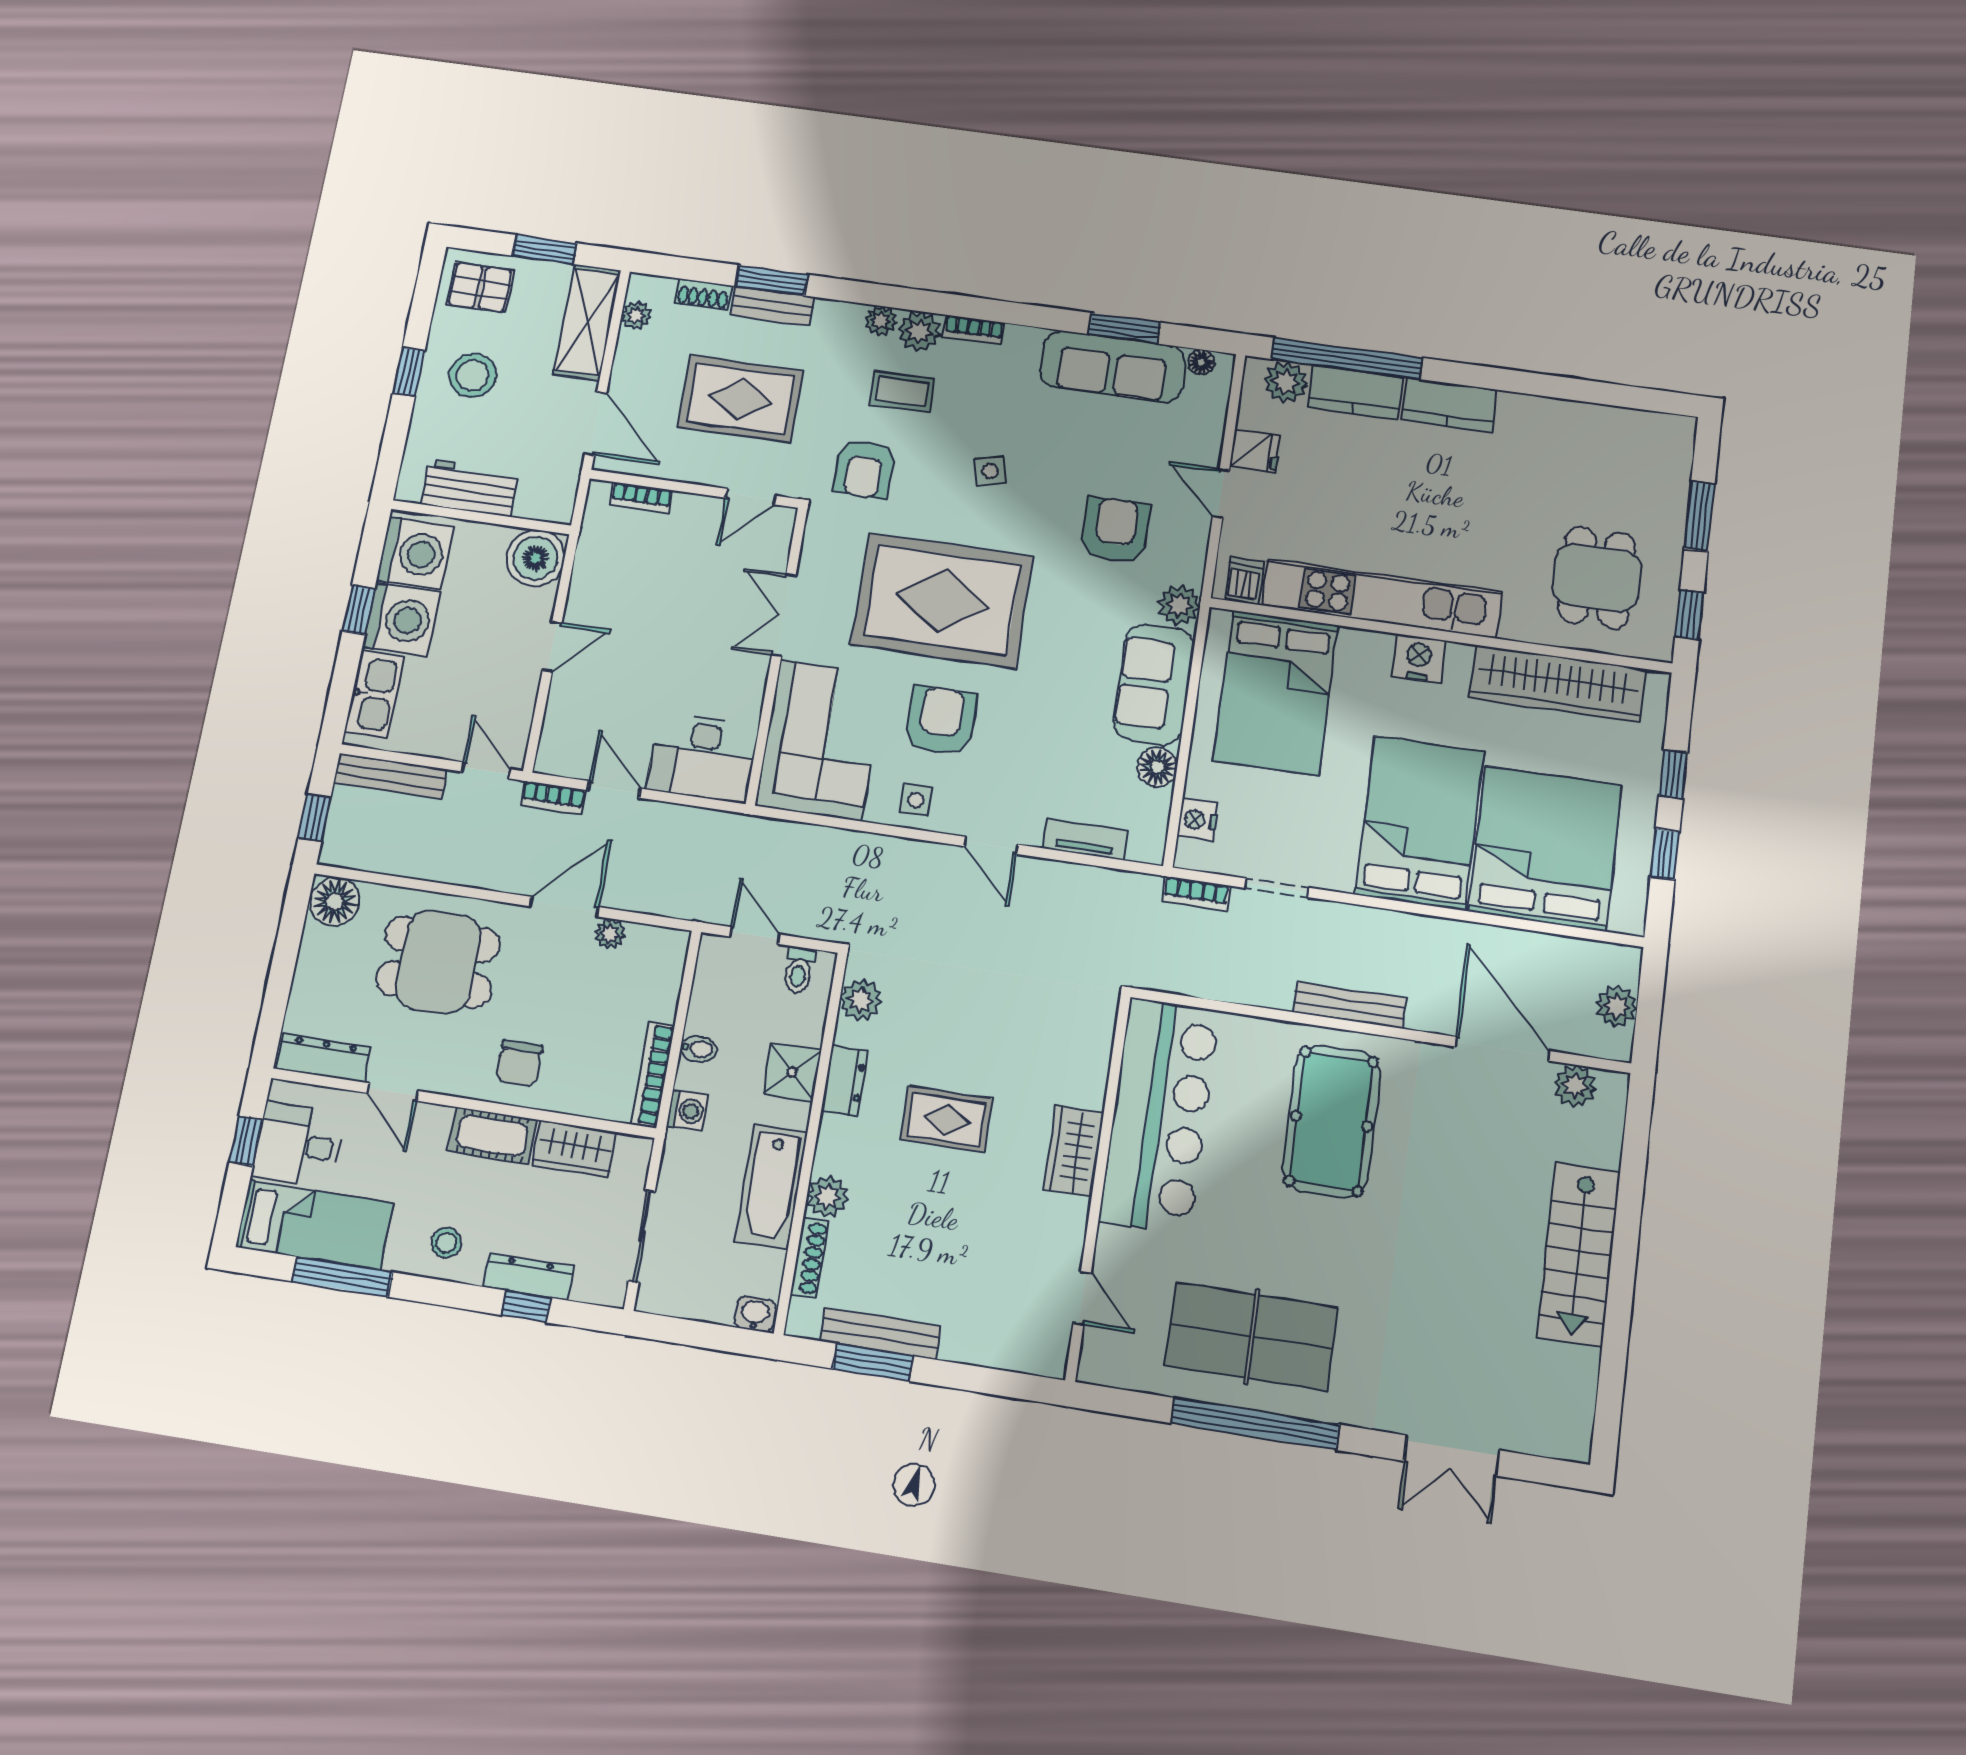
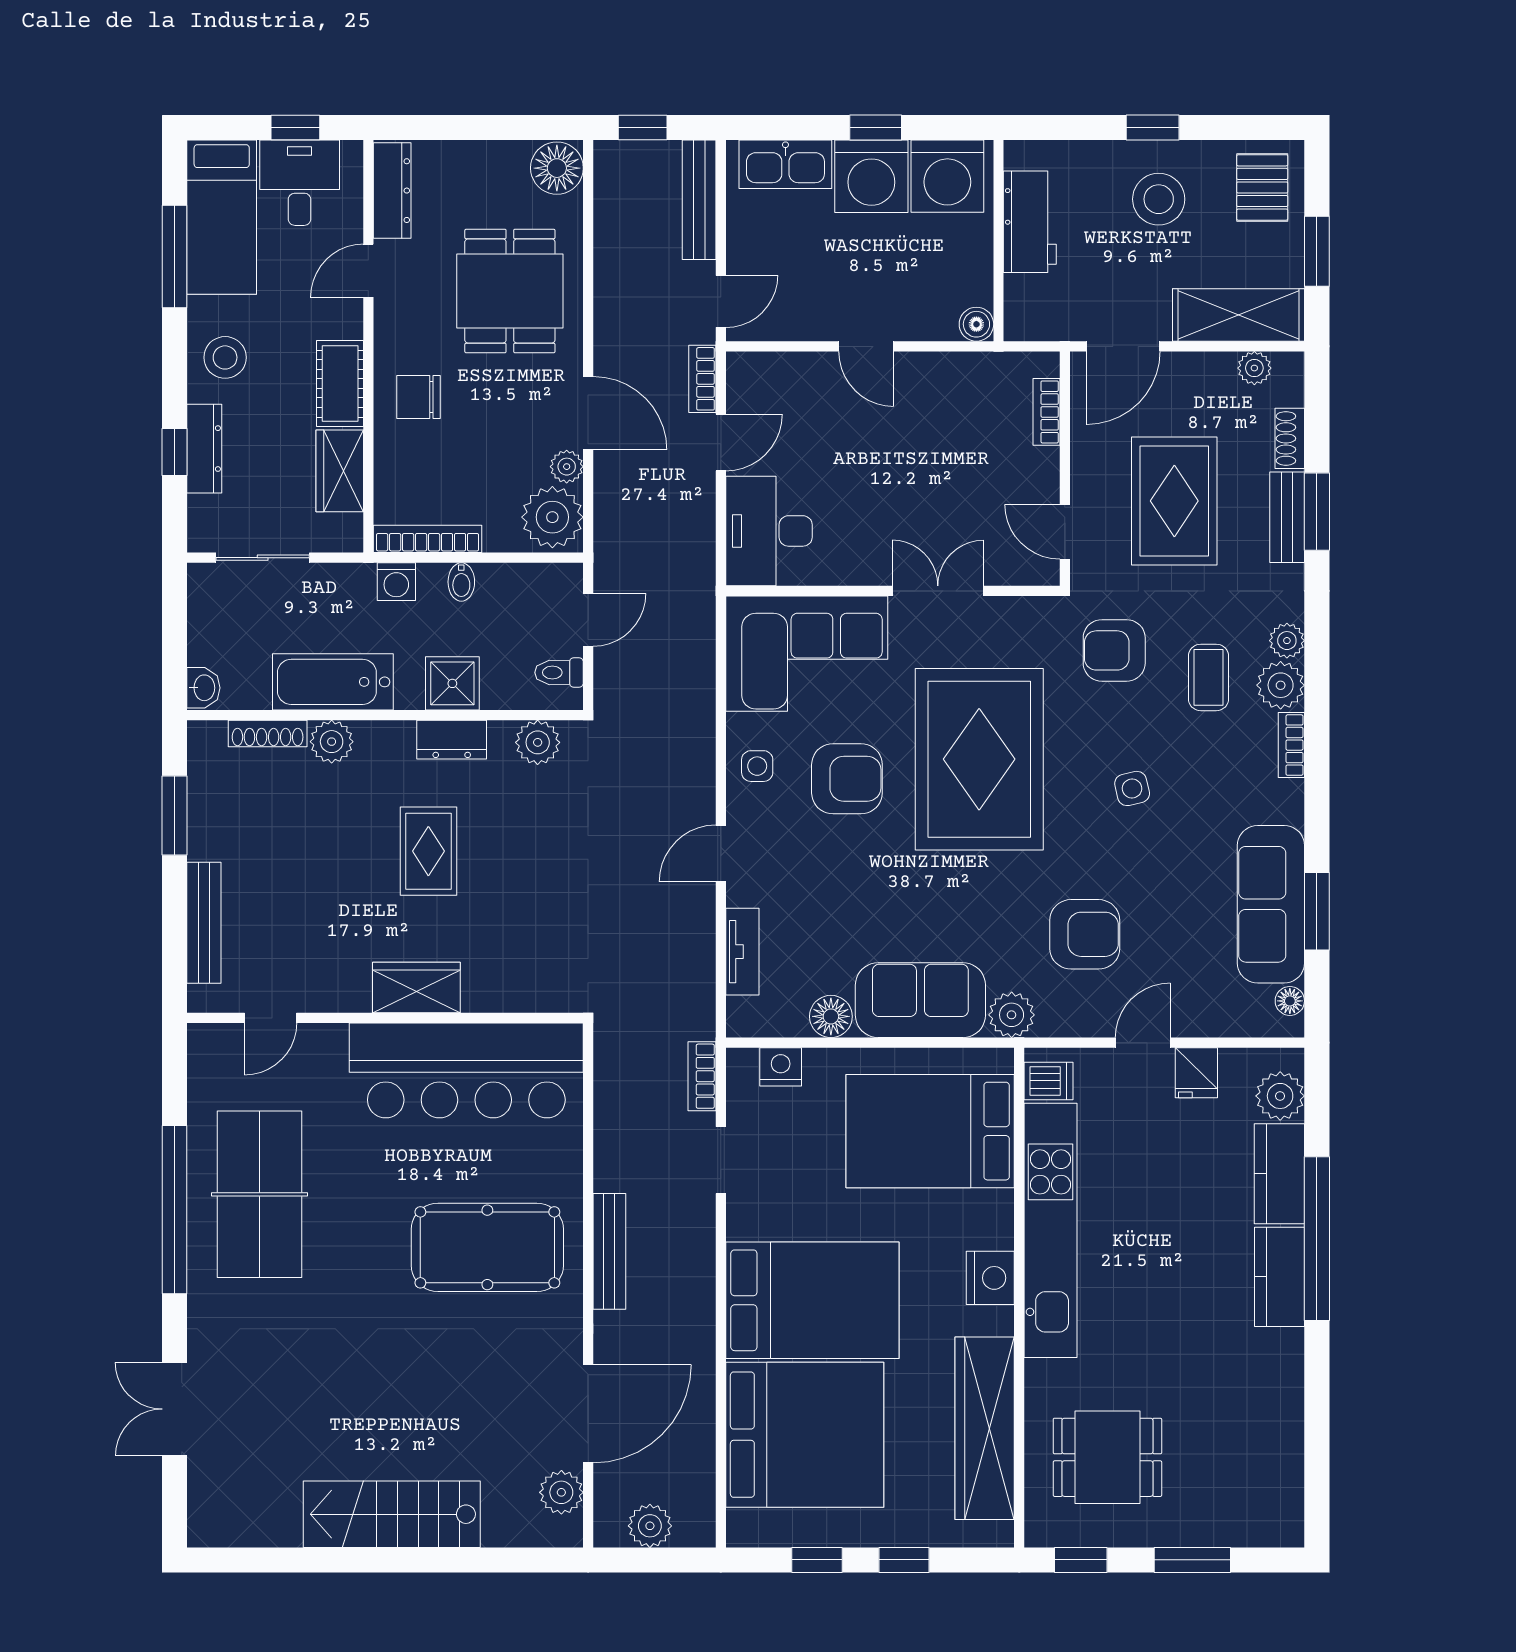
window: (1347, 359) -> (1317, 1239), moved
boiler: (536, 558) -> (976, 324), width x0.54, depth x0.54
plant: (654, 954) -> (552, 517), added
stool: (447, 1243) -> (225, 357), width x1.37, depth x1.37
bench: (880, 1333) -> (204, 923), moved

